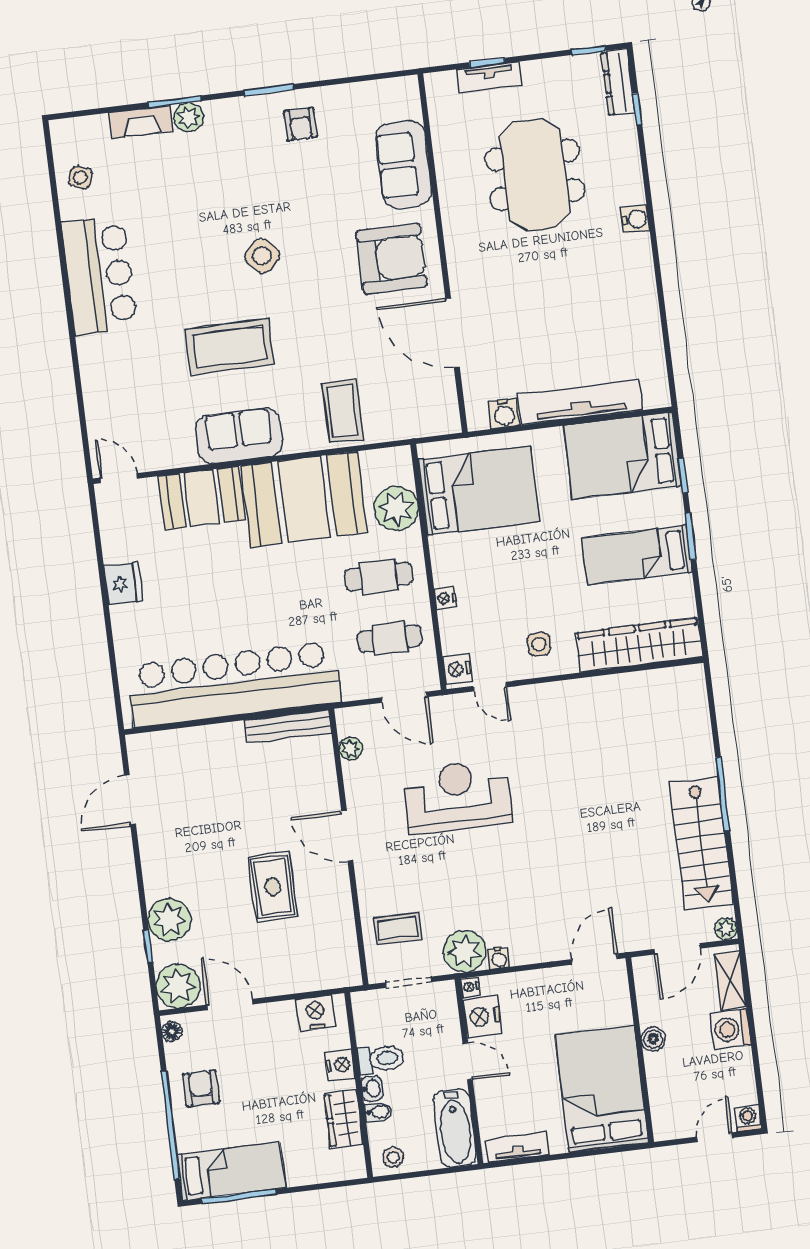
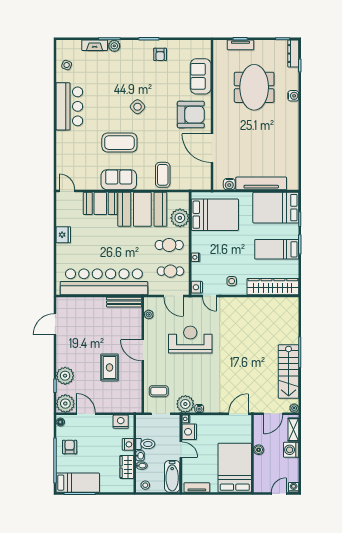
water cooler: (635, 219) -> (293, 96), moved

